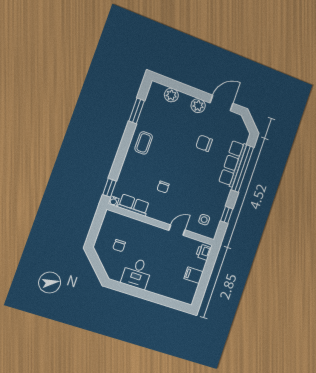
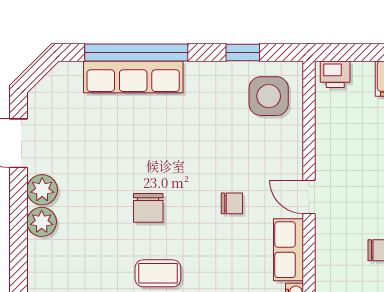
plant: (171, 95) -> (42, 222), moved
chair: (204, 143) -> (148, 208), moved
side table: (204, 220) -> (269, 96), width x1.87, depth x1.87
door: (177, 230) -> (309, 197), moved

